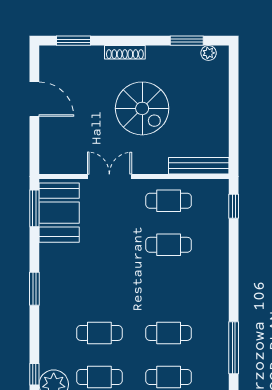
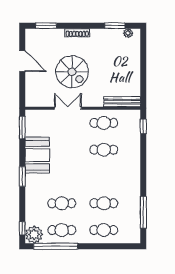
spiral stairs: (142, 108) -> (72, 72), moved
booth: (59, 213) -> (37, 155), moved

